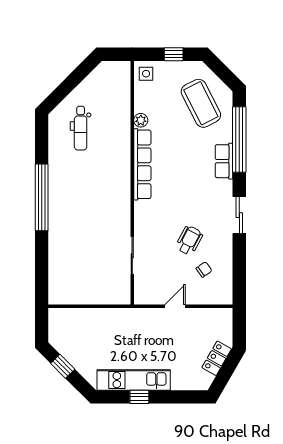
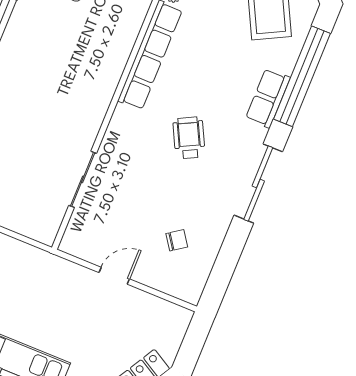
sliding door: (239, 215) -> (258, 183), width x1.37
wheelchair: (189, 240) -> (189, 138), moved, turned -55

